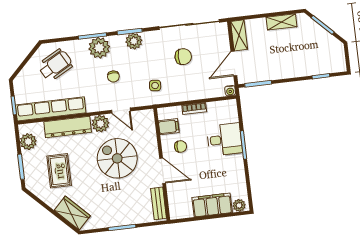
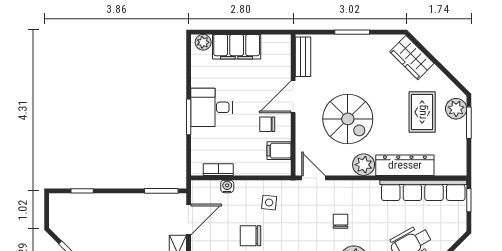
side table: (155, 85) -> (269, 203), moved
water cooler: (230, 91) -> (227, 186), moved
bookcase: (194, 108) -> (218, 170), moved
door: (121, 111) -> (313, 178), moved
desk: (224, 139) -> (212, 107), moved
plant: (28, 142) -> (456, 109), moved
door: (163, 171) -> (293, 97), hinge flipped

